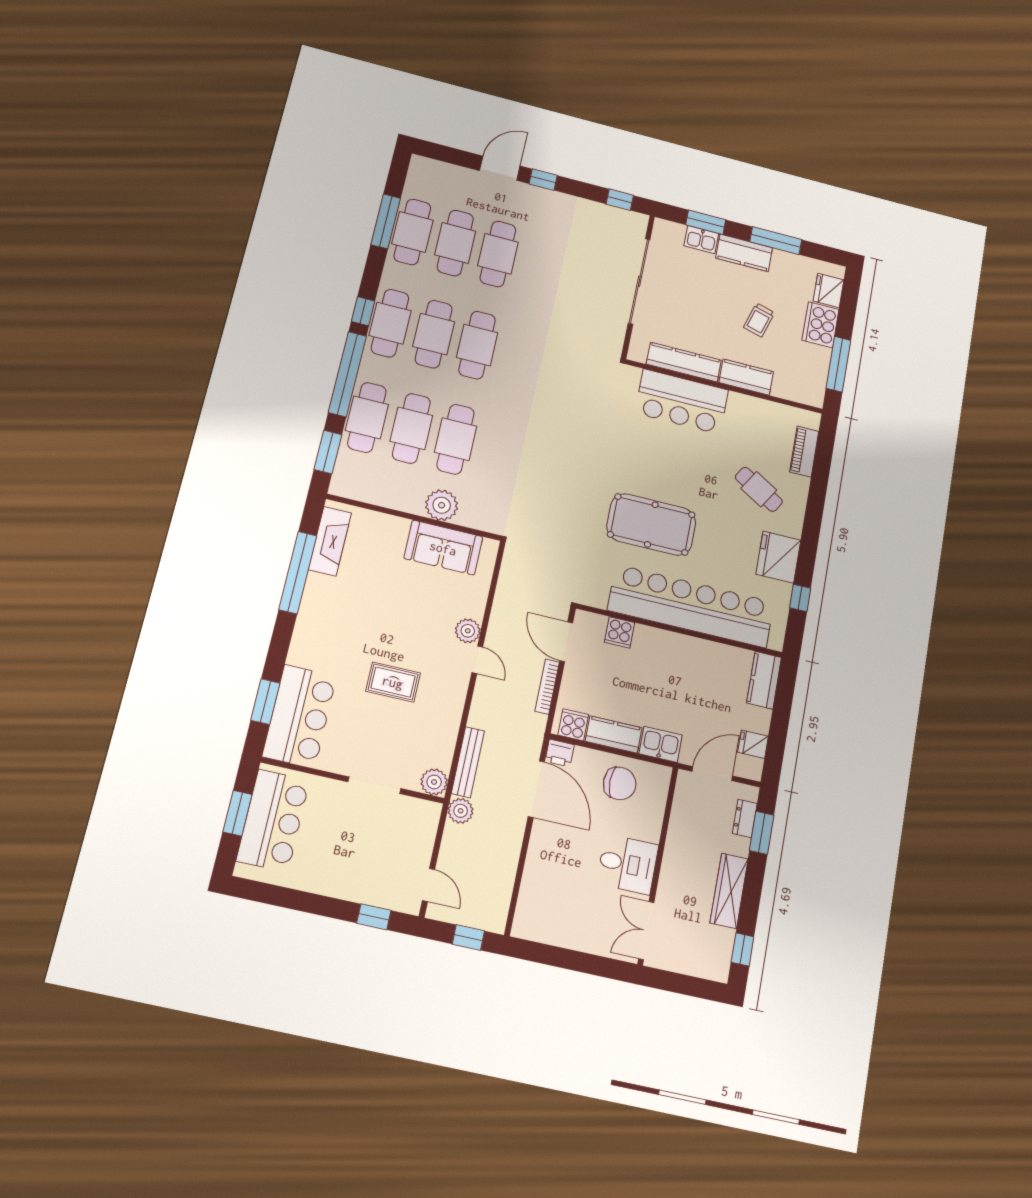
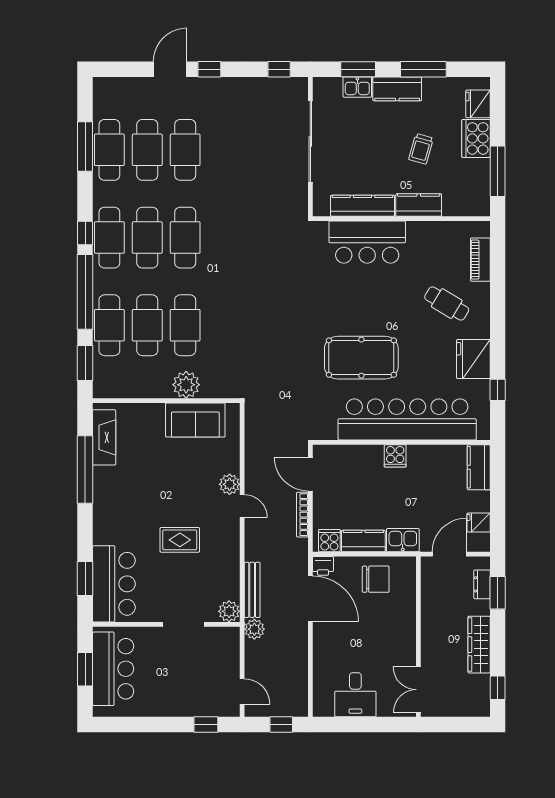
cooker: (620, 632) -> (395, 456), moved
desk: (627, 864) -> (355, 695), moved, turned 90

